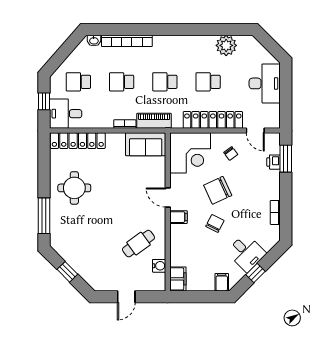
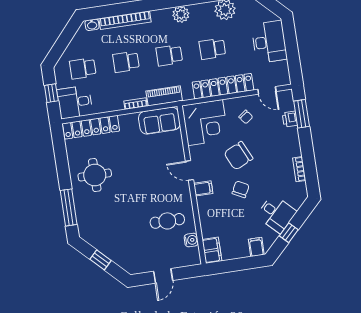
plant: (182, 43) -> (181, 14), added
cafe table: (139, 244) -> (167, 221), turned 36

